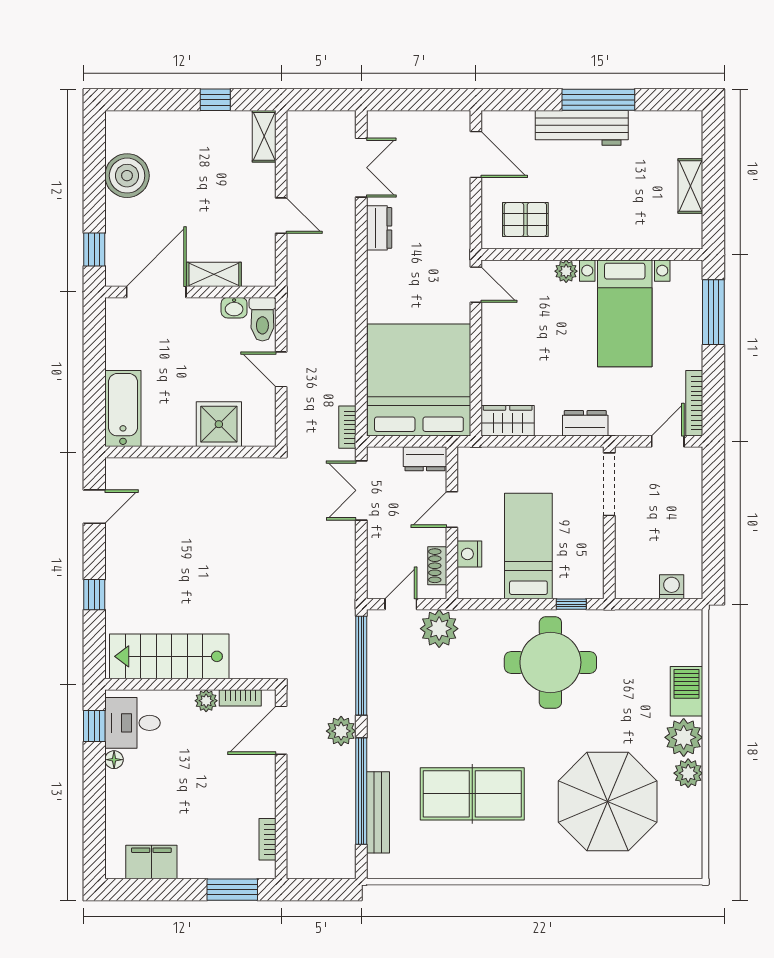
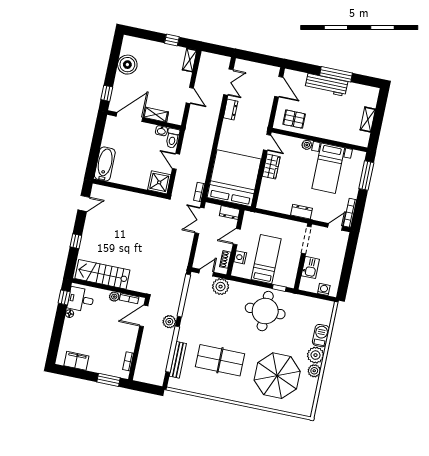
wardrobe: (508, 421) -> (271, 166), moved, turned 90
shower: (219, 424) -> (159, 182), moved
kitchen sink: (631, 544) -> (310, 267), added

